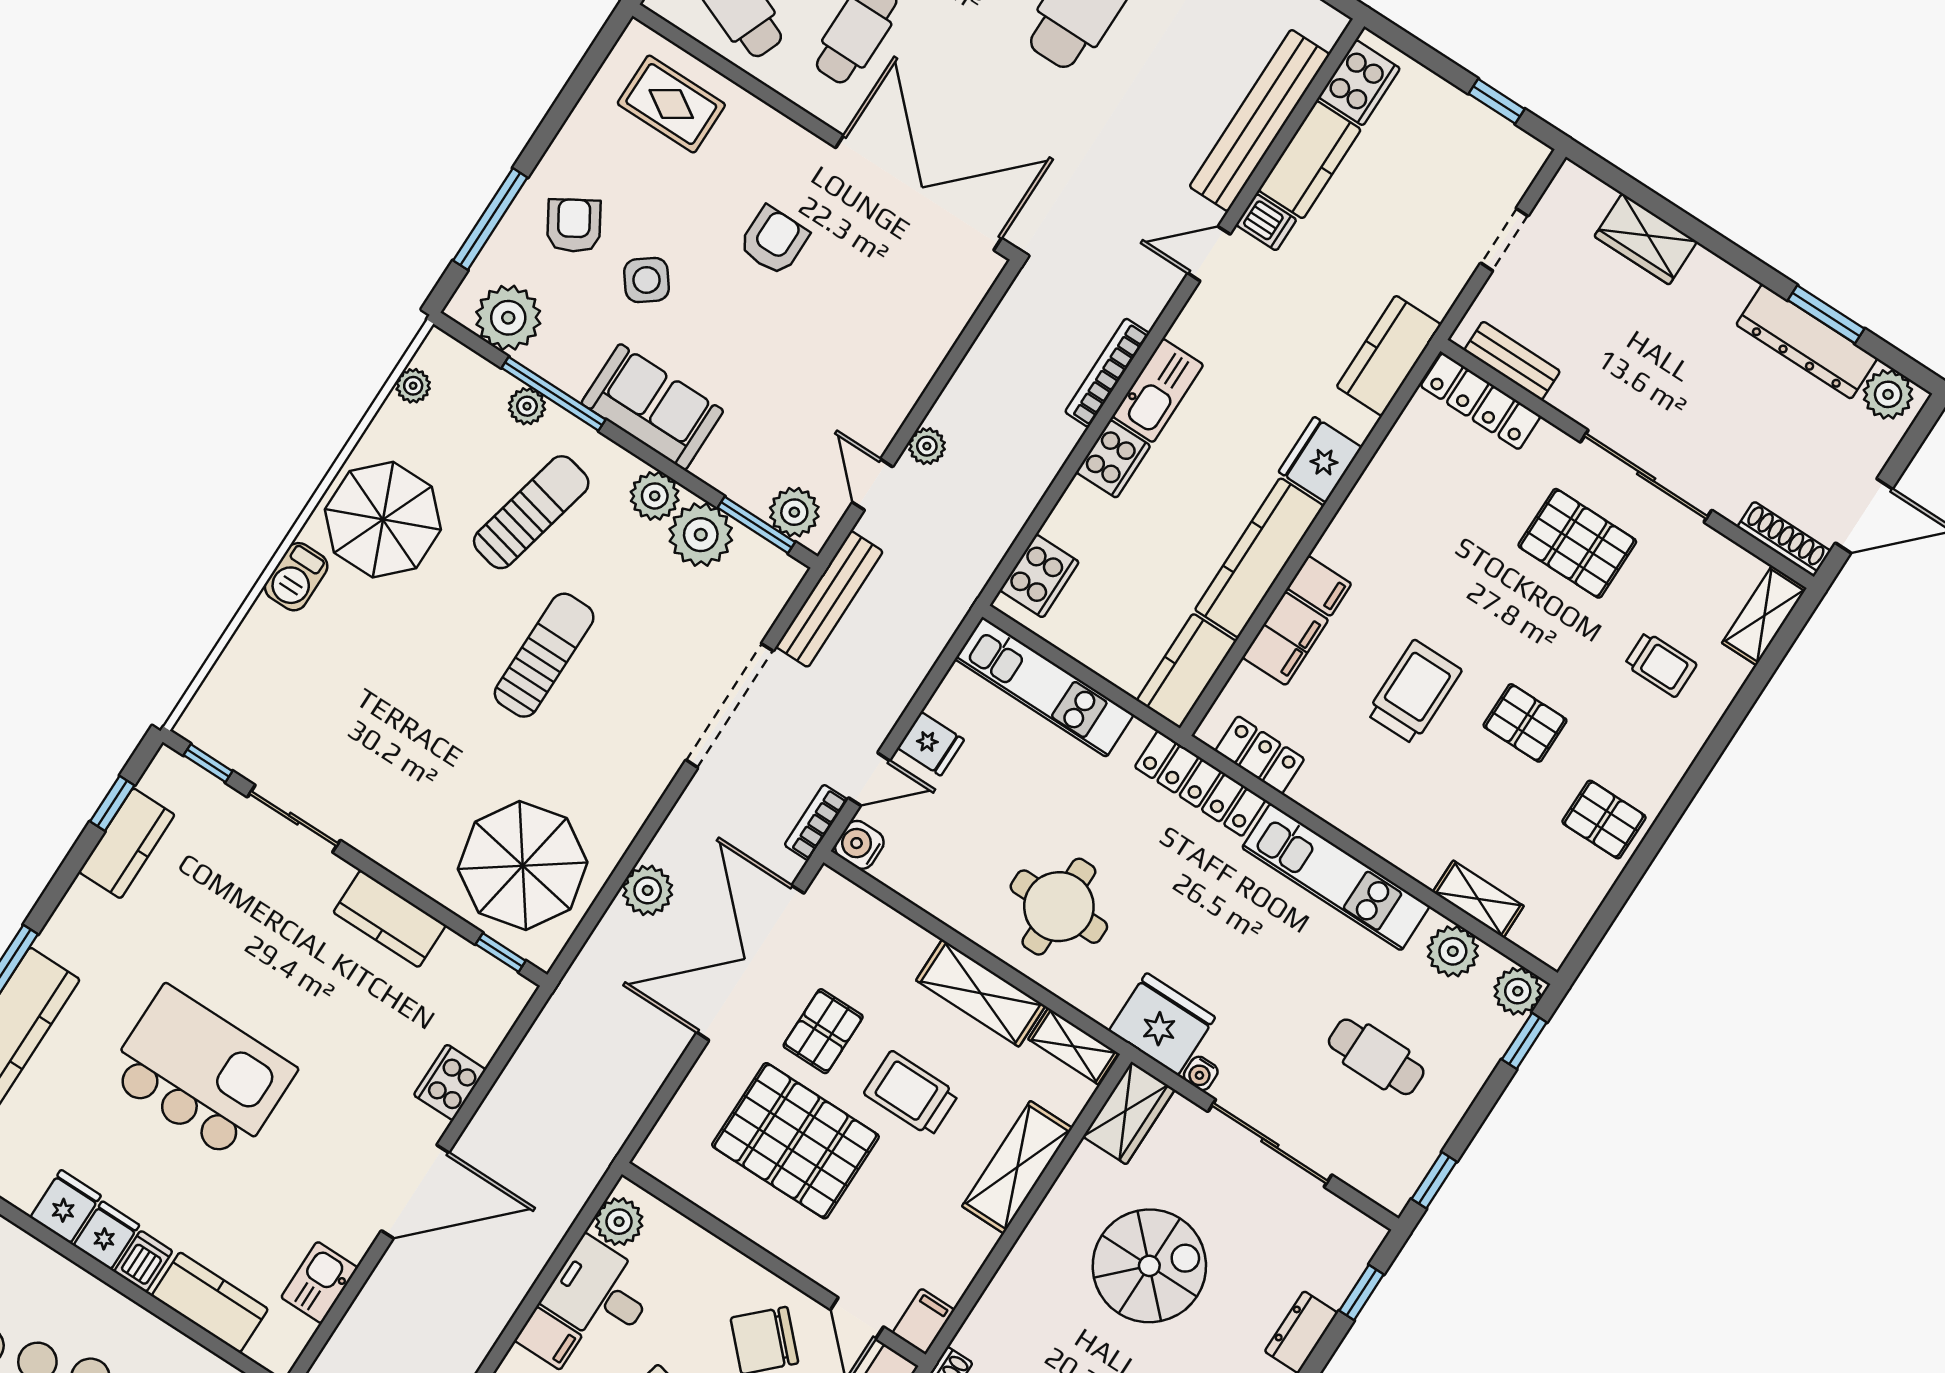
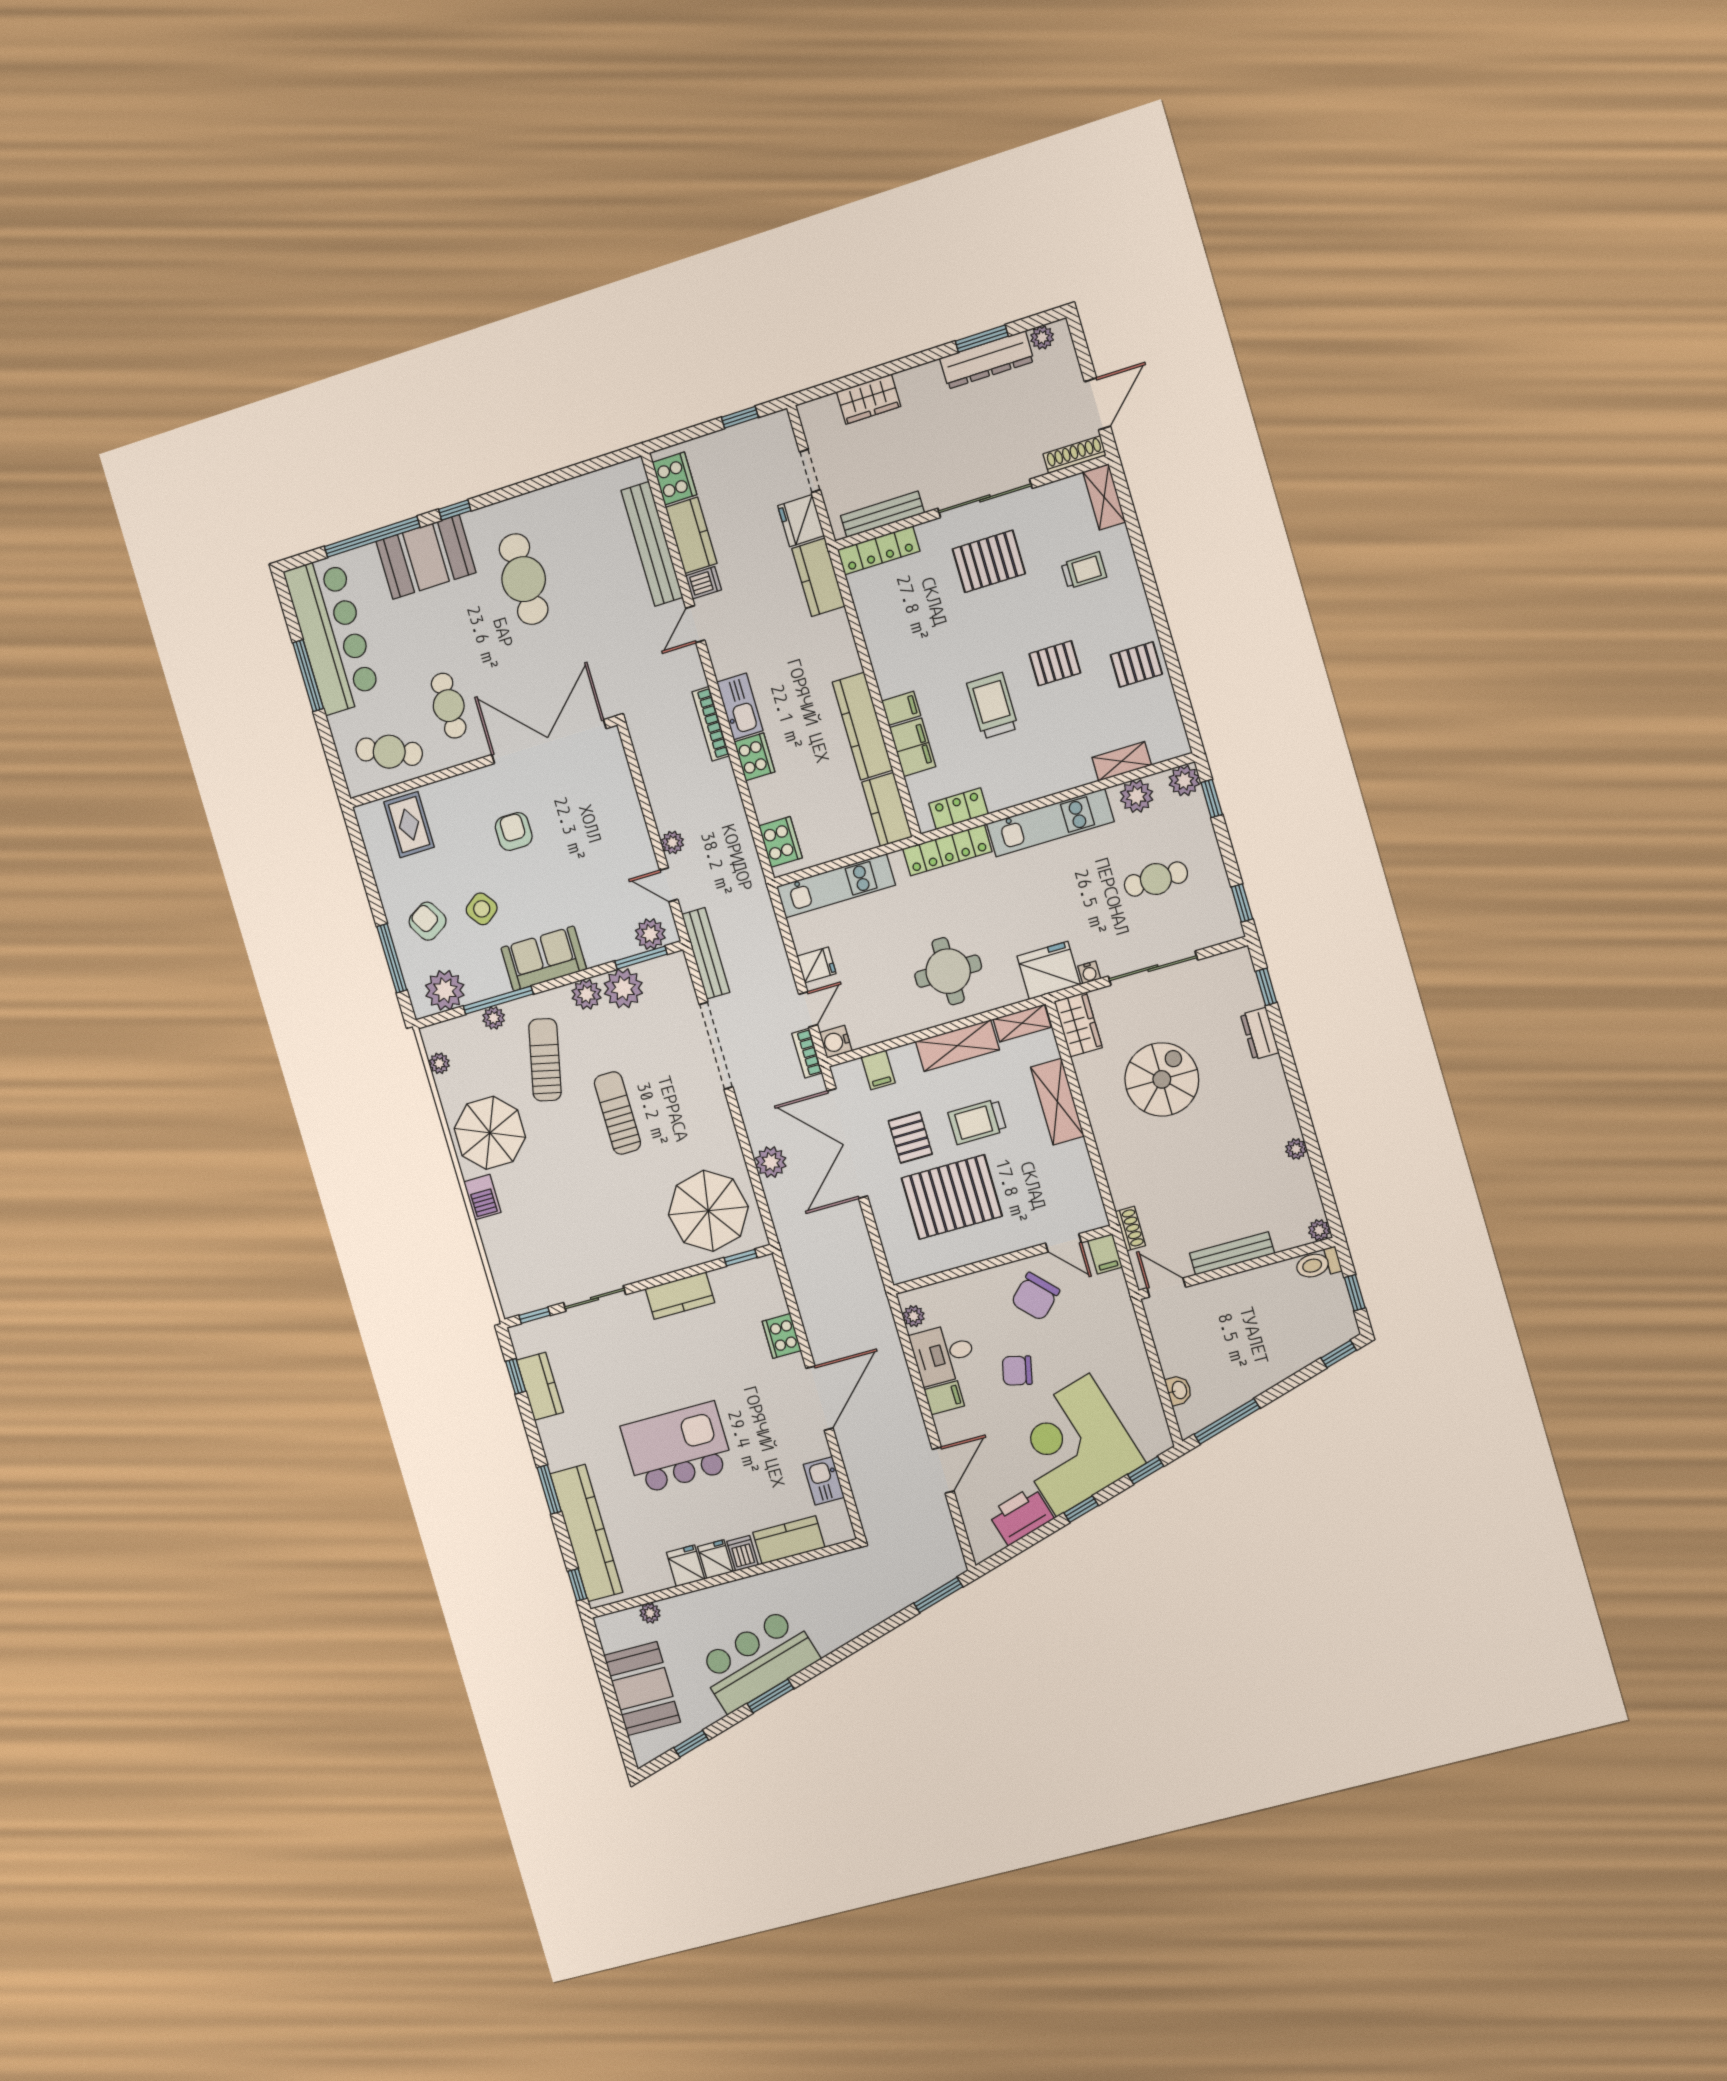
rug: (671, 104) -> (409, 825), turned 90
bench: (1512, 361) -> (882, 514), width x1.36
plant: (1888, 394) -> (1042, 337), width x0.73, depth x0.73
fridge: (1320, 460) -> (801, 521), moved
plant: (619, 1222) -> (914, 1316), width x0.73, depth x0.73
filing cabinet: (923, 1321) -> (878, 1070), moved, turned 180

